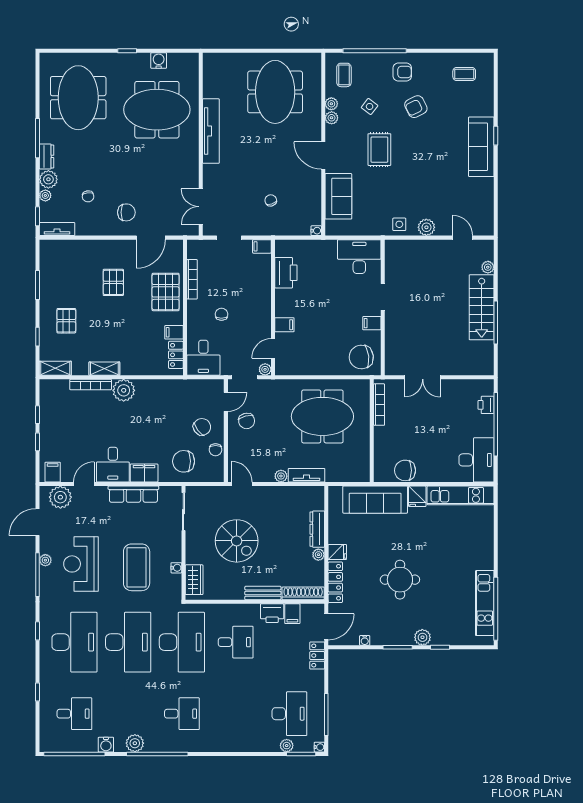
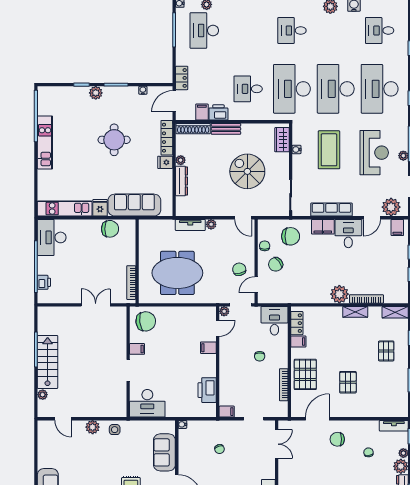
kitchen unit: (485, 603) -> (45, 142), moved

